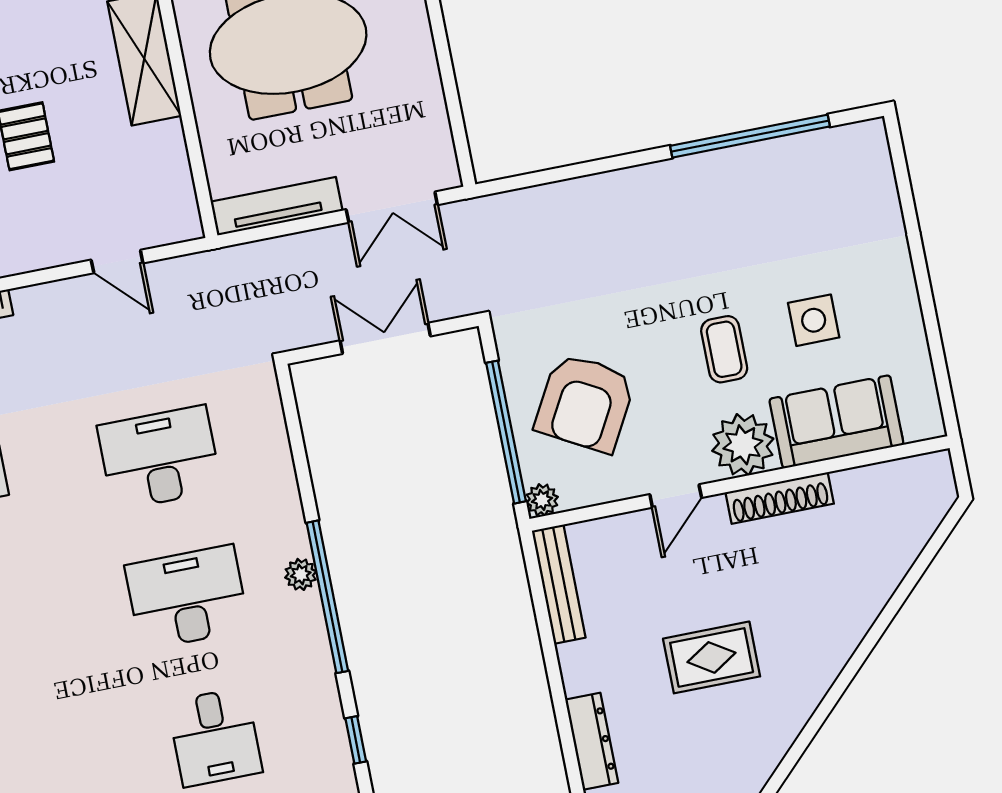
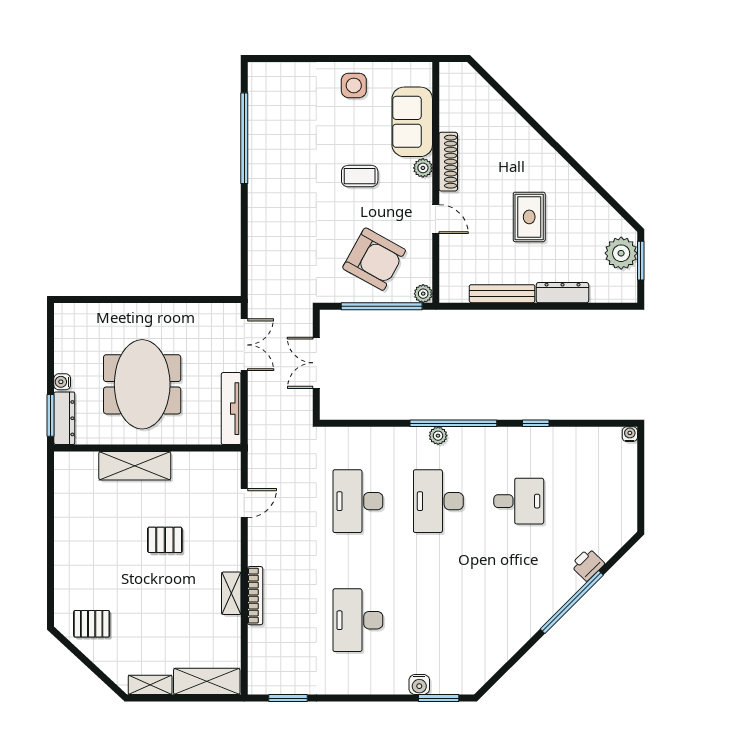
side table: (814, 320) -> (354, 85), moved
plant: (743, 445) -> (423, 168), width x0.53, depth x0.53
bench: (559, 584) -> (502, 294), moved

